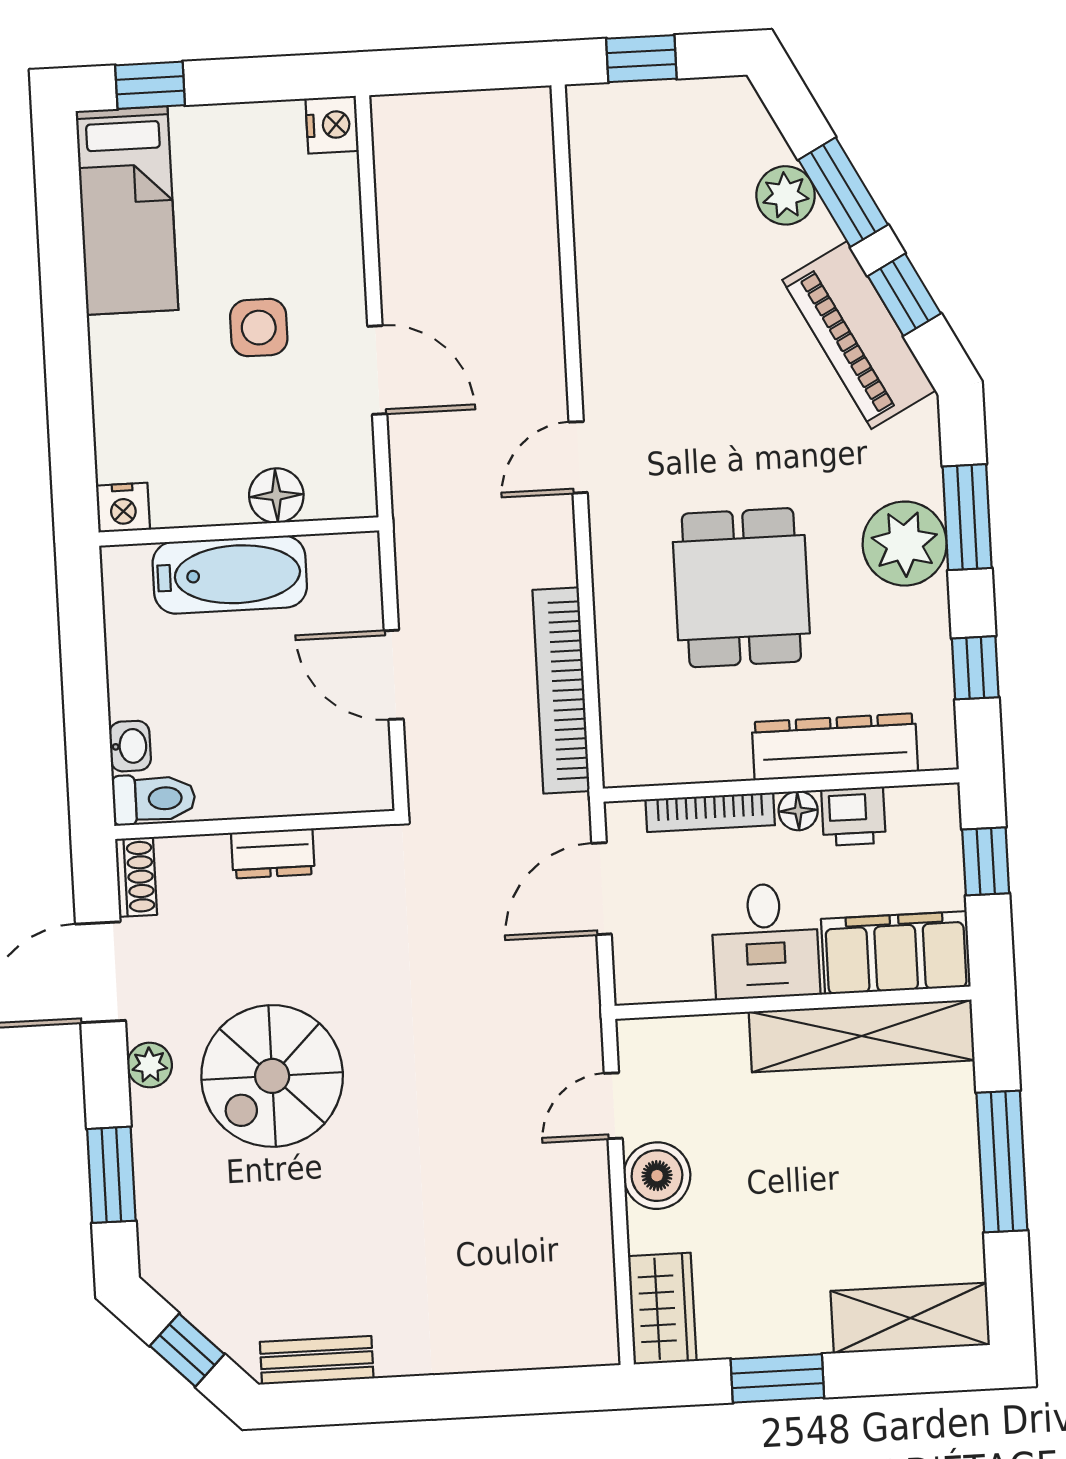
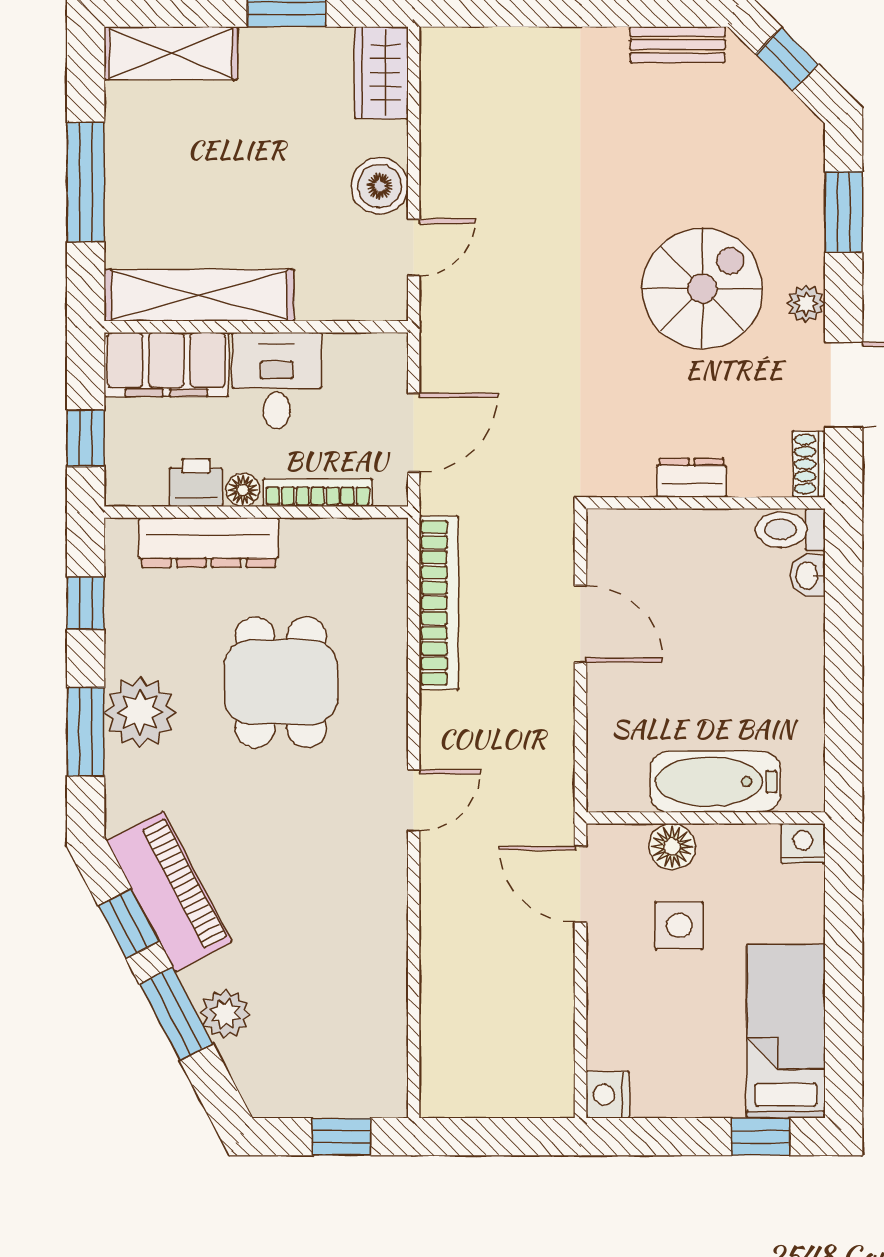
floor lamp: (276, 496) -> (672, 847), moved
nightstand: (123, 508) -> (803, 843), moved
wall: (239, 532) -> (706, 818), moved
bathtub: (230, 575) -> (715, 782), moved

